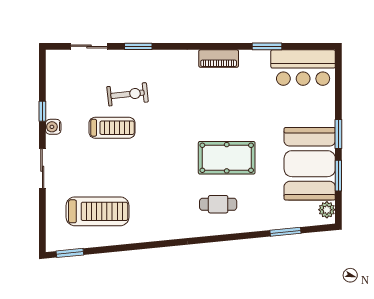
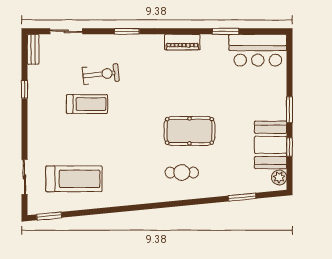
window: (138, 46) -> (127, 31), moved
bench: (52, 67) -> (33, 49), added
water cooler: (53, 127) -> (34, 103), removed
booth: (310, 164) -> (271, 145), width x0.73, depth x0.70
sliding door: (42, 169) -> (24, 177), moved
window: (338, 176) -> (289, 147), width x0.67

